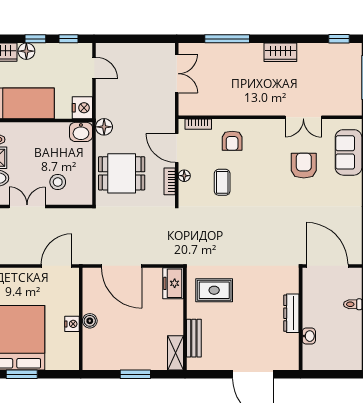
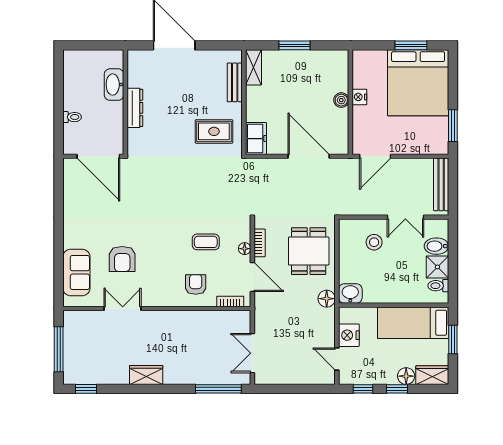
window: (227, 39) -> (218, 389), moved
nightstand: (82, 108) -> (349, 335), moved
dining table: (122, 173) -> (309, 251), turned 90
coffee table: (222, 182) -> (206, 242), turned 90
washbasin: (309, 336) -> (114, 85), width x1.91, depth x1.45

